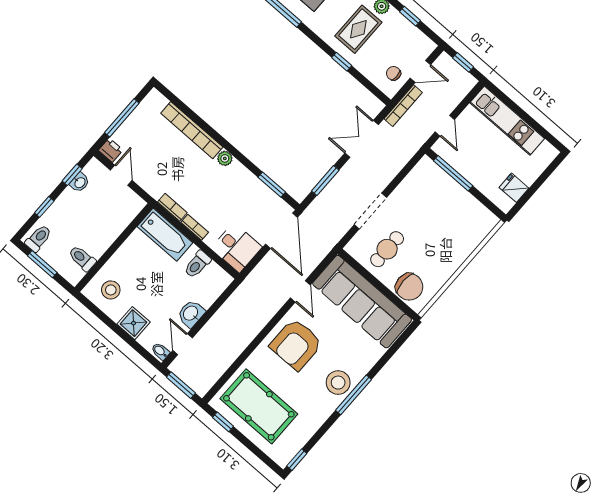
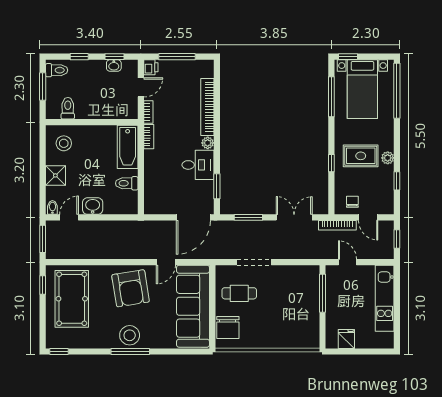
door: (445, 126) -> (348, 262), swing flipped
bookcase: (195, 227) -> (148, 112), moved
desk: (237, 248) -> (198, 165), moved, turned -90
armchair: (296, 344) -> (131, 288), turned -99

